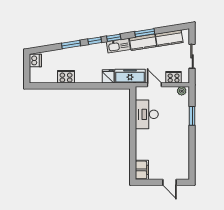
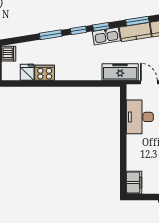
fridge: (108, 76) -> (27, 72), moved

